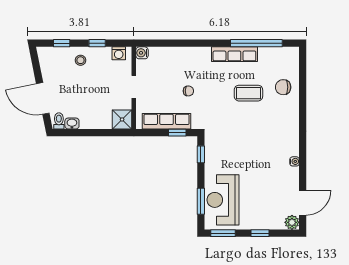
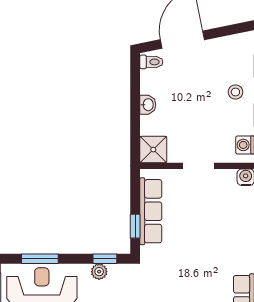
chair: (188, 91) -> (193, 242), removed
washbasin: (72, 123) -> (148, 105), moved
plant: (210, 159) -> (99, 272), added

